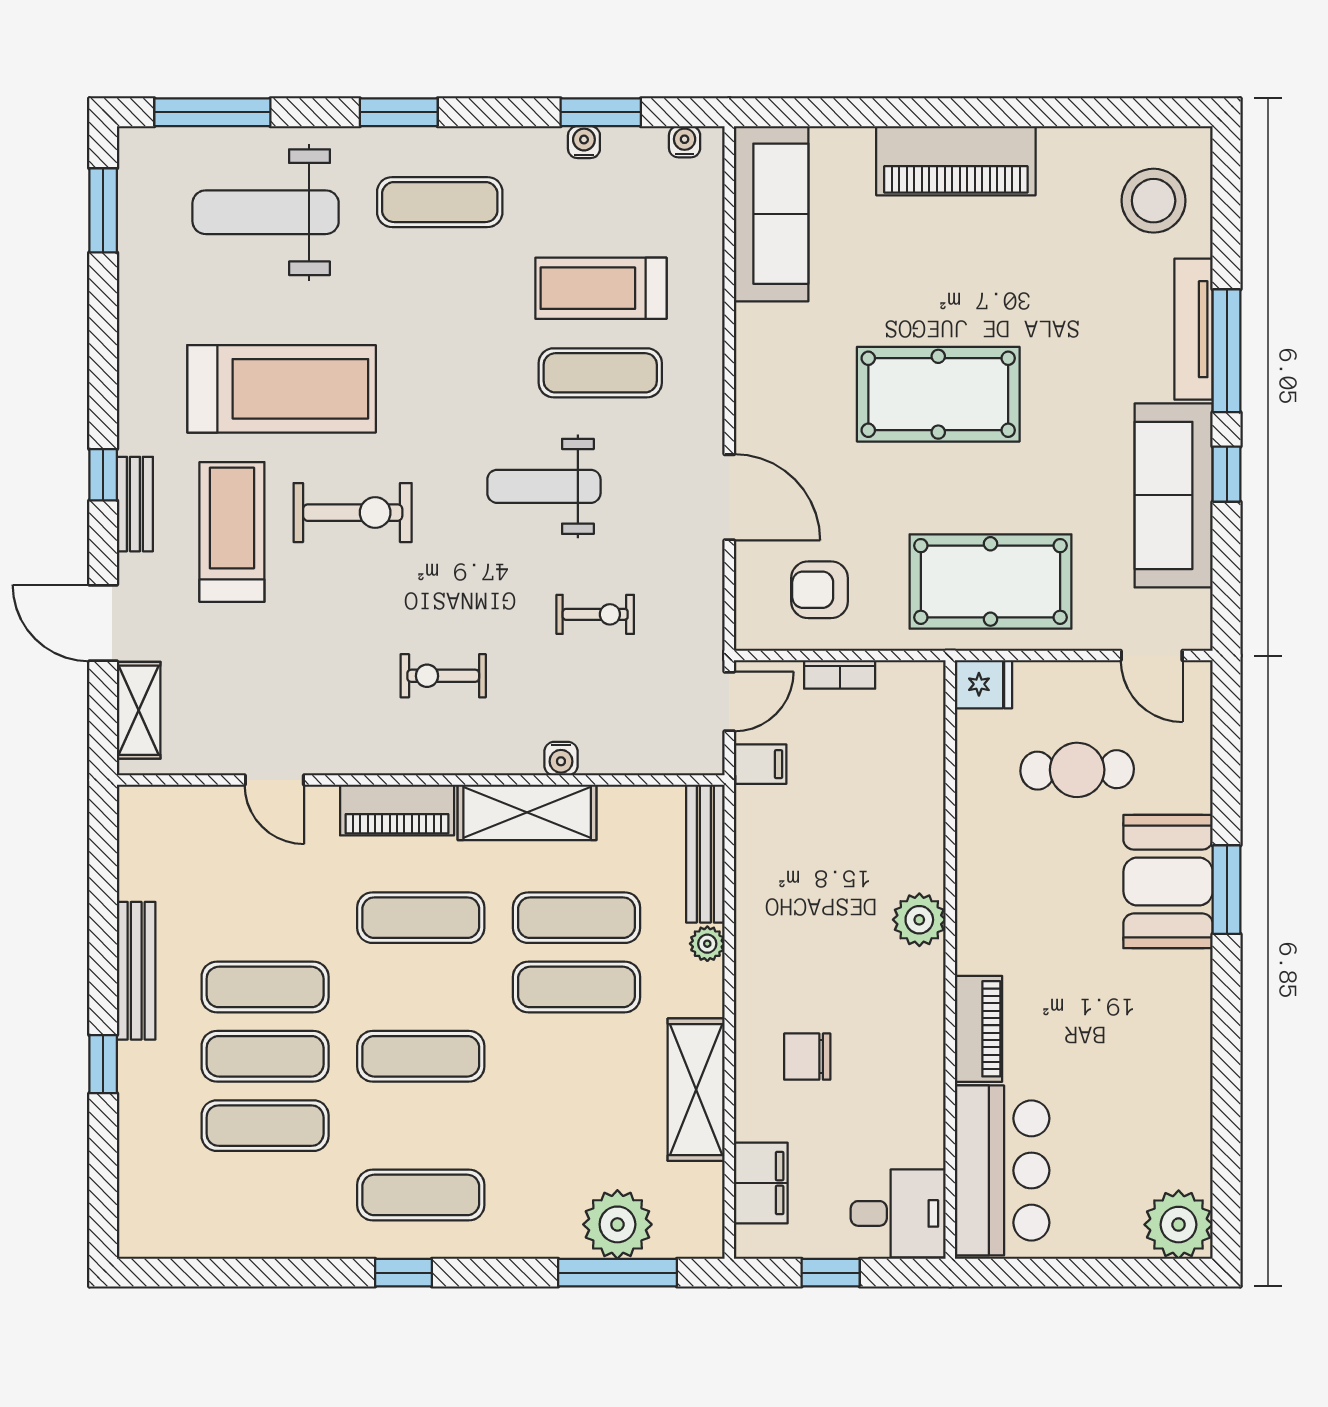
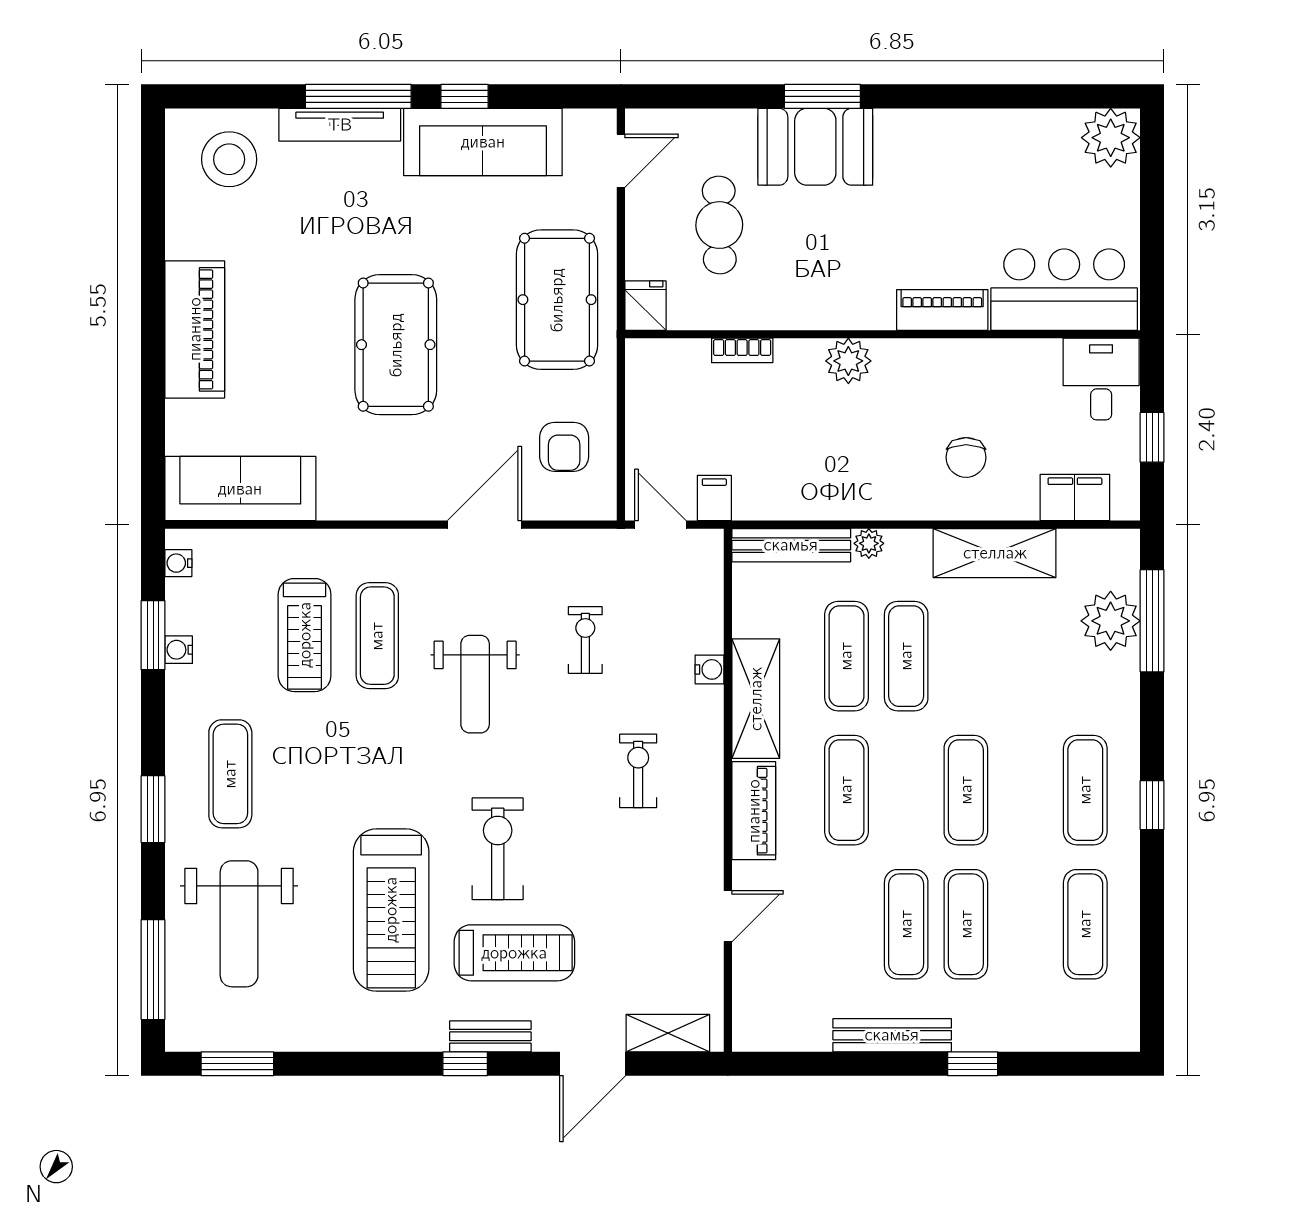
treadmill: (282, 389) -> (391, 910), turned 180
treadmill: (232, 532) -> (514, 953), turned 180
bookcase: (840, 674) -> (742, 350), moved, turned 90
exercise bike: (443, 676) -> (638, 771), turned 180
exercise mat: (265, 1126) -> (1085, 924), moved

